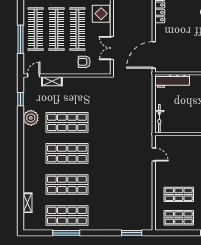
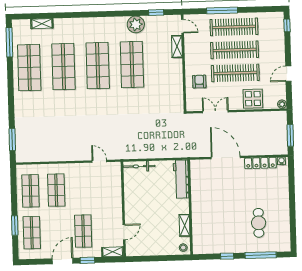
door: (154, 55) -> (226, 158), moved
door: (154, 155) -> (99, 161), swing flipped
window: (66, 233) -> (9, 42), moved

